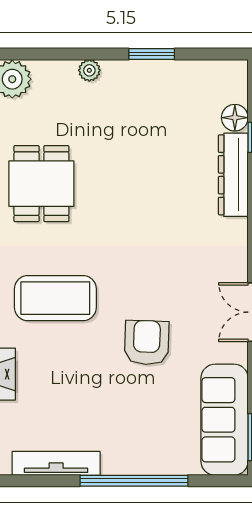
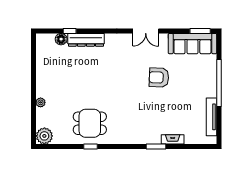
window: (152, 54) -> (33, 75), removed
coffee table: (55, 298) -> (140, 117), removed

